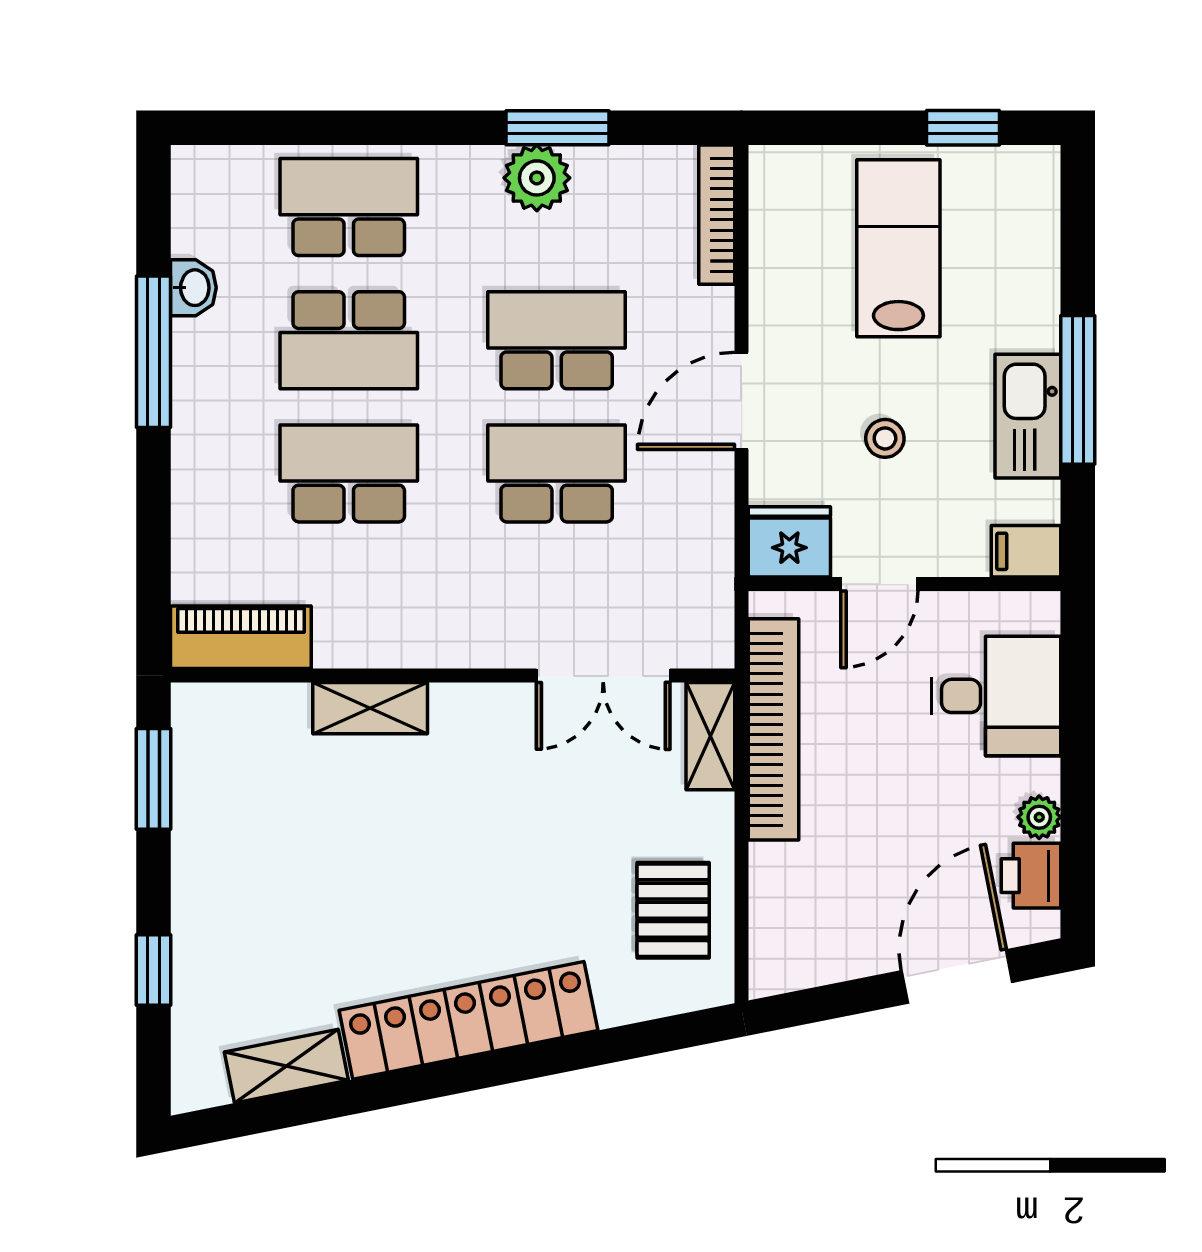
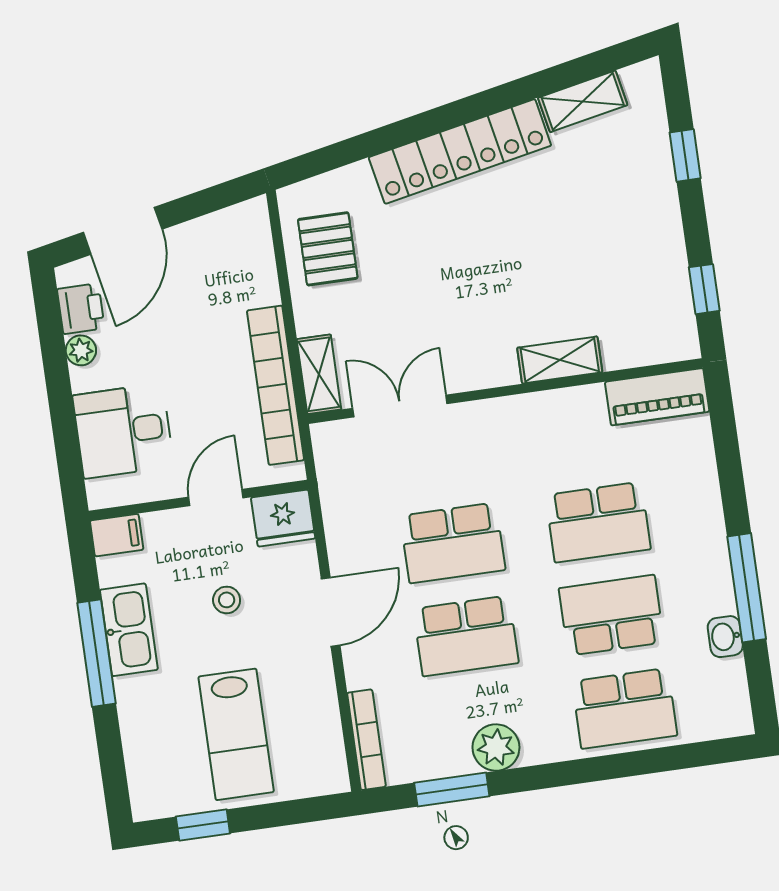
window: (558, 128) -> (452, 790), moved
window: (154, 779) -> (704, 289), width x0.67

